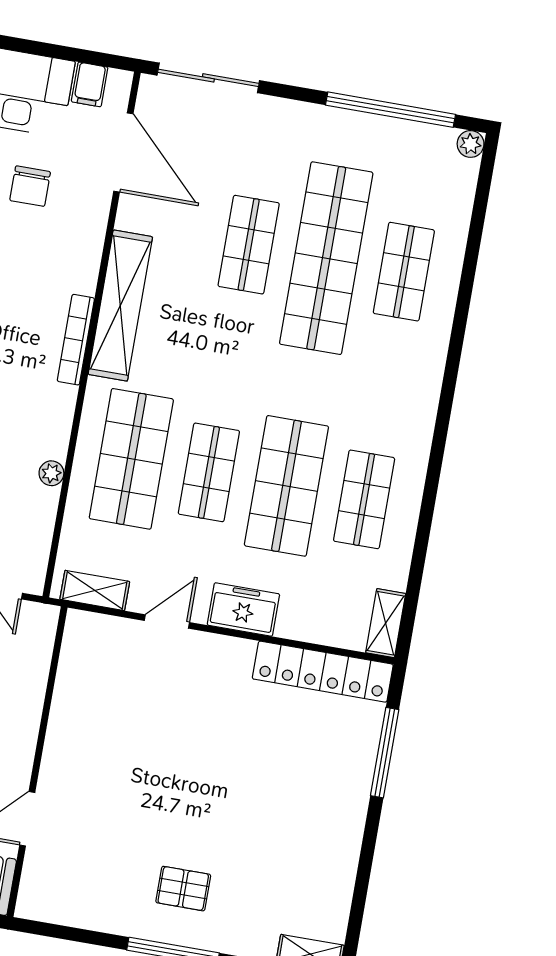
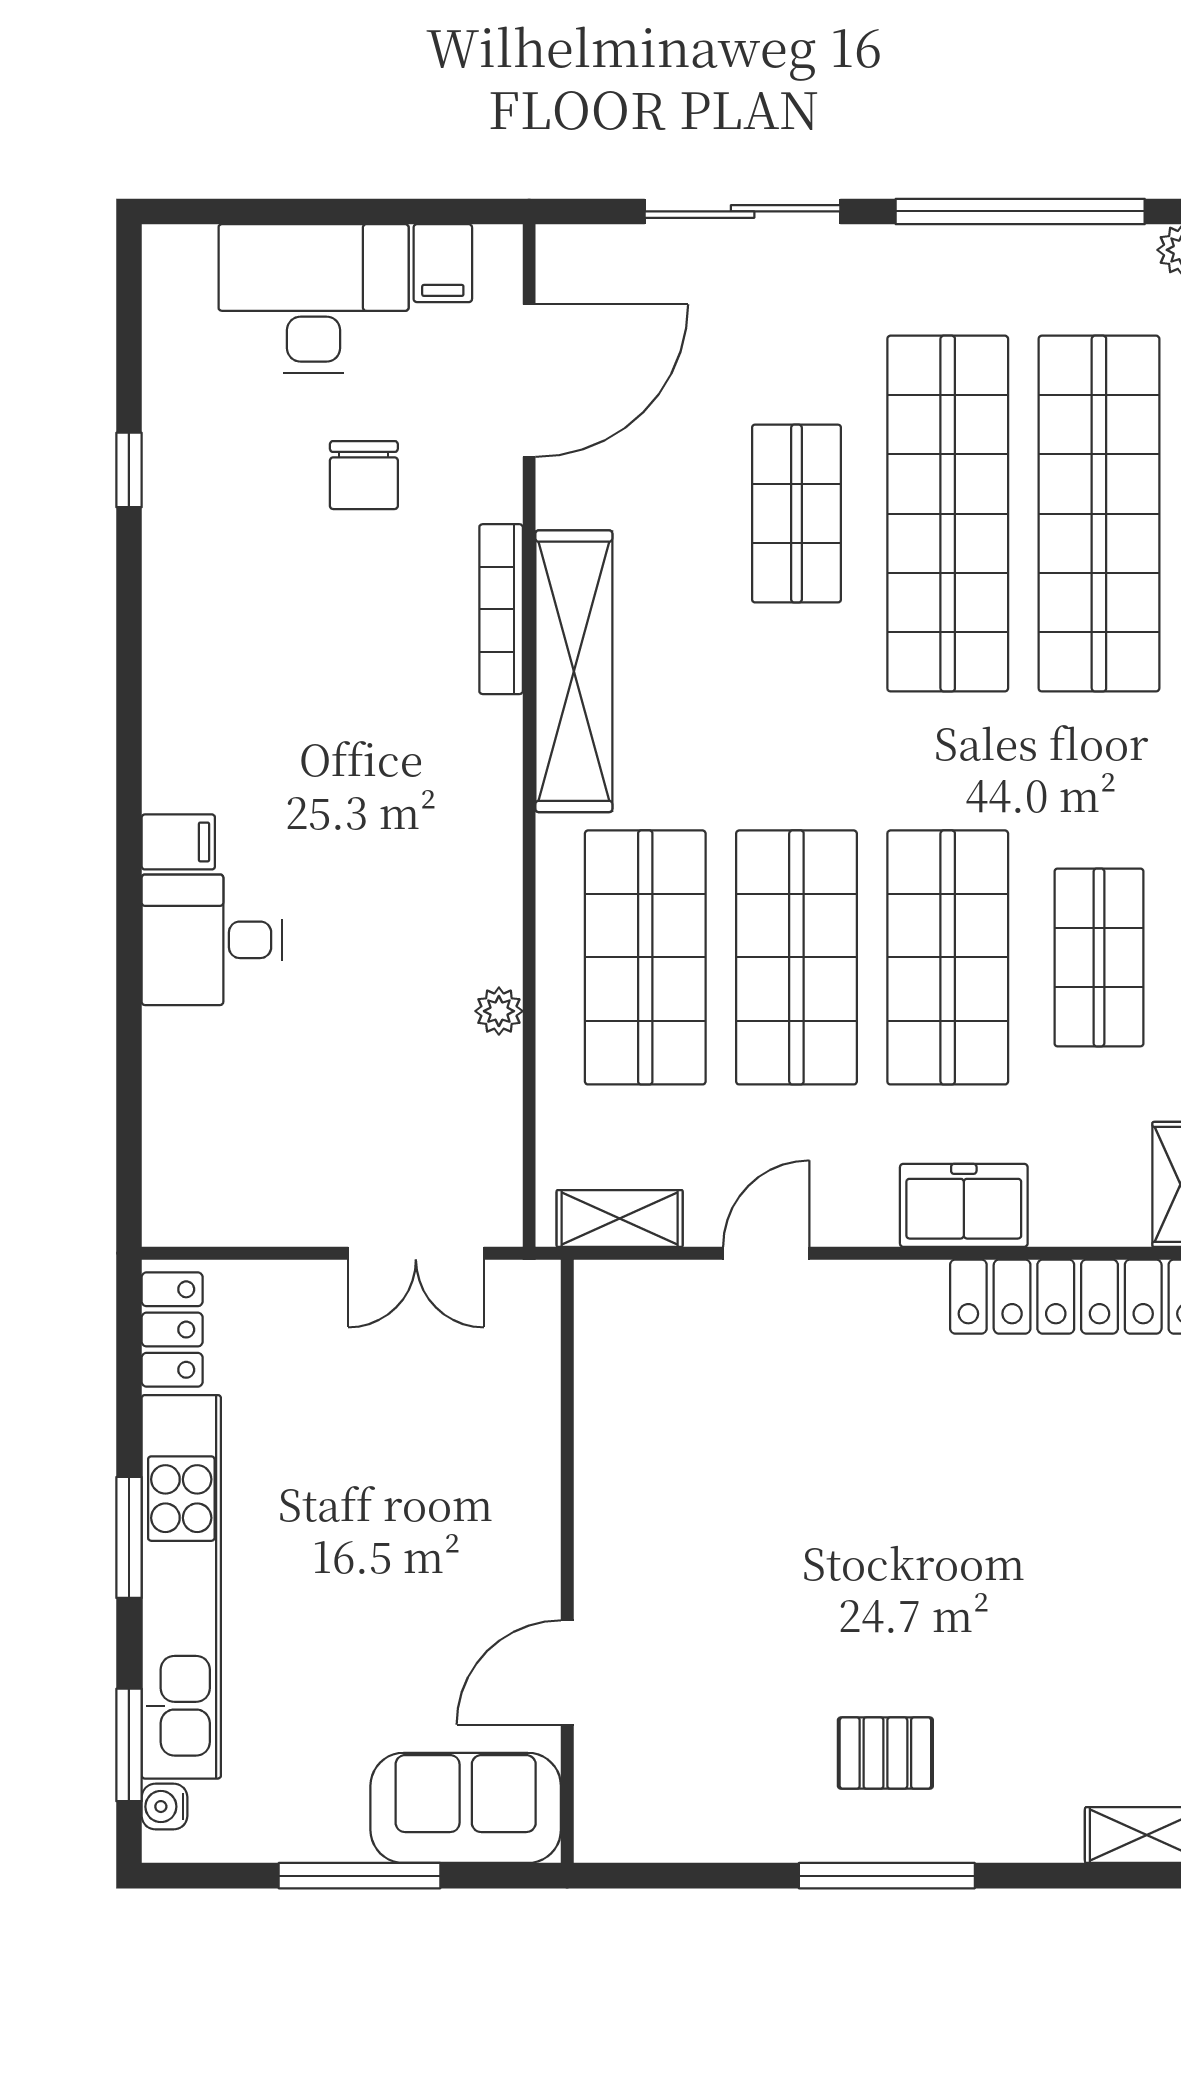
sliding door: (208, 78) -> (743, 211), moved
door: (123, 152) -> (529, 381), hinge flipped
shop shelf: (404, 272) -> (1099, 514), width x2.00, depth x1.36
bookcase: (76, 340) -> (501, 609), moved
shop shelf: (209, 472) -> (796, 957), width x1.43, depth x1.36
freezer: (243, 609) -> (964, 1205), moved

